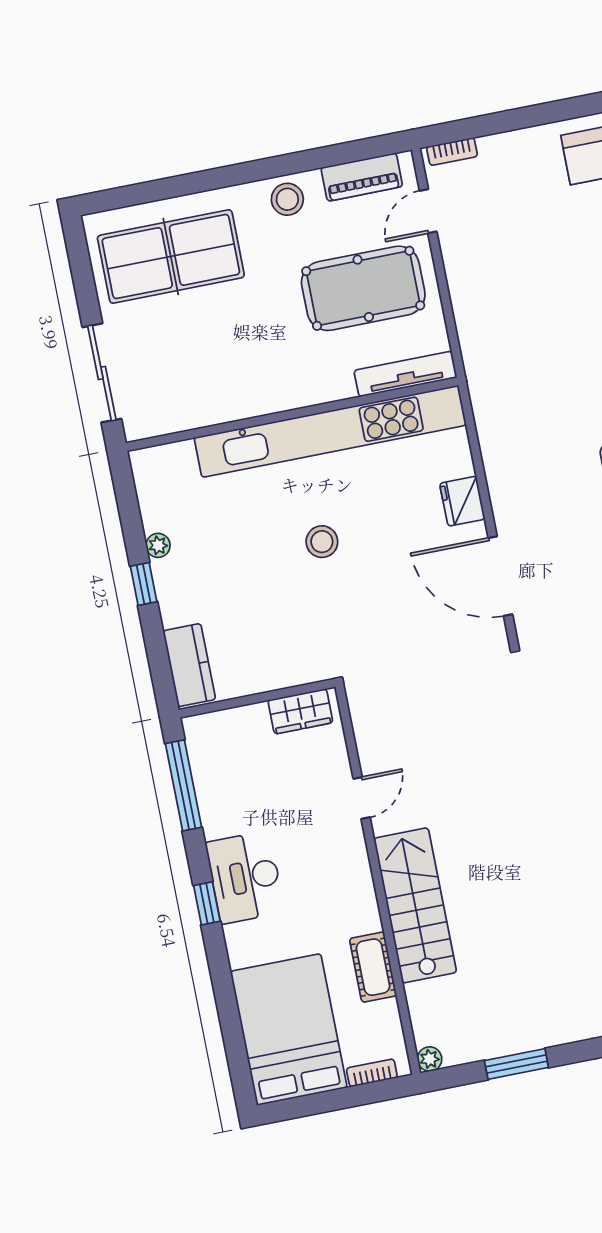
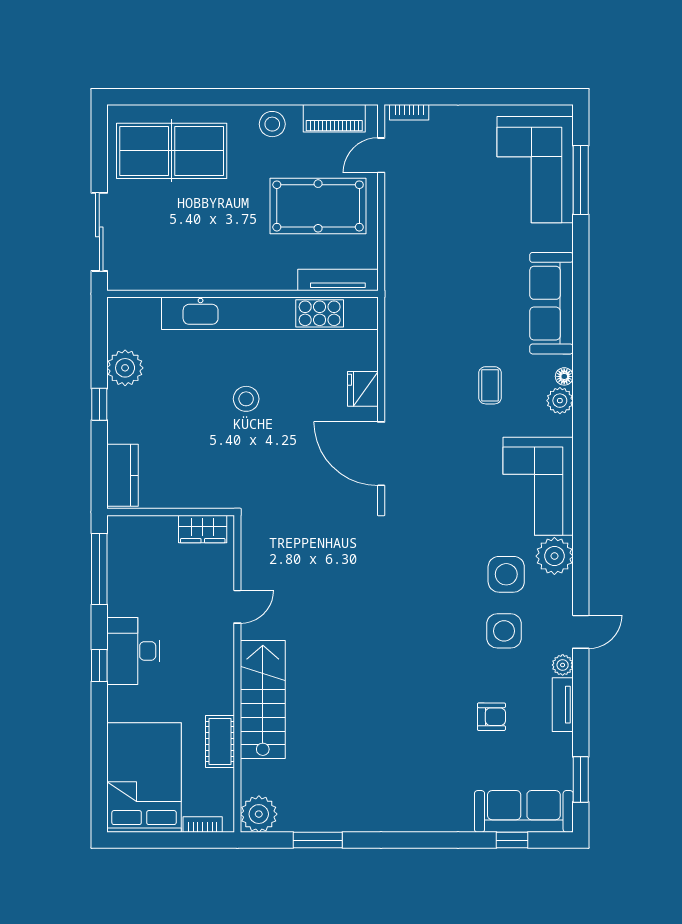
plant: (158, 545) -> (125, 368), width x1.88, depth x1.88
plant: (430, 1059) -> (259, 814), width x1.87, depth x1.87

